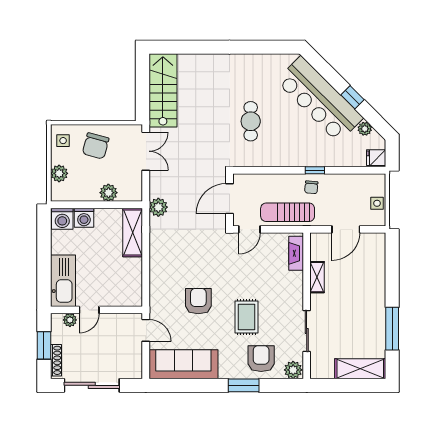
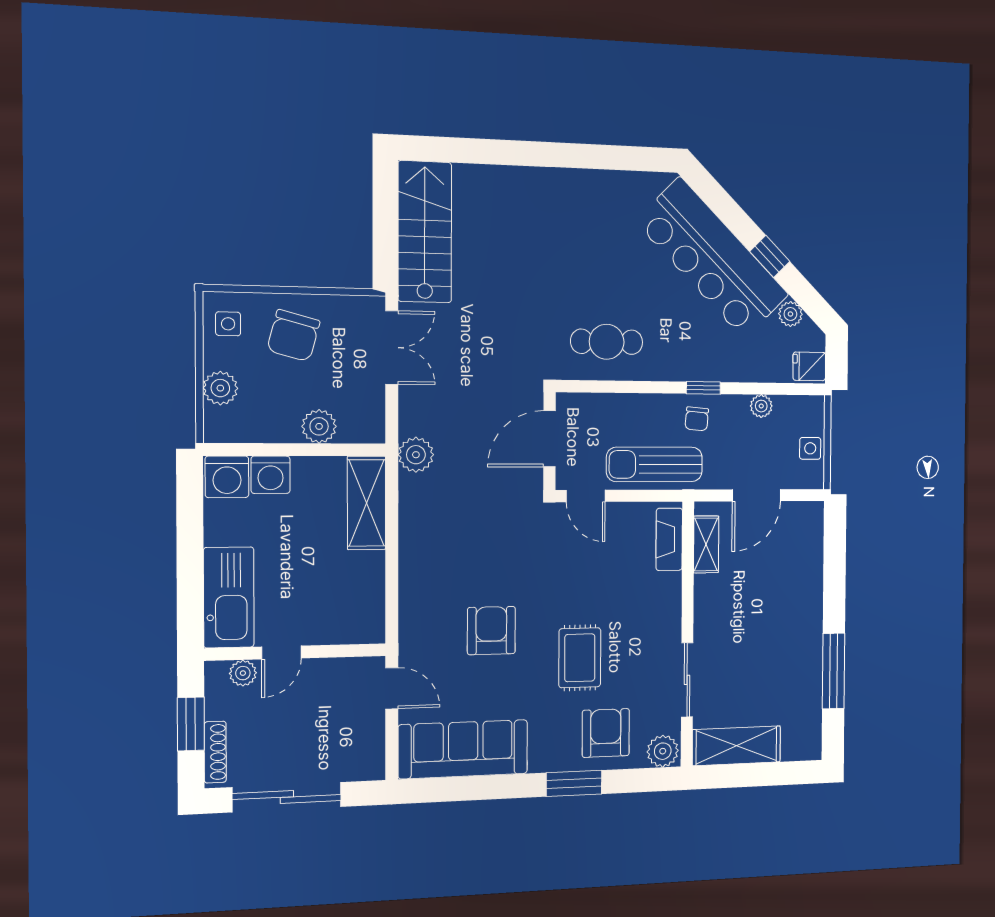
cafe table: (251, 121) -> (607, 342), moved, turned 90
plant: (348, 180) -> (761, 406), added
door: (249, 229) -> (586, 496), hinge flipped
shelving: (317, 277) -> (706, 544), moved
shelving: (360, 369) -> (736, 746), moved

